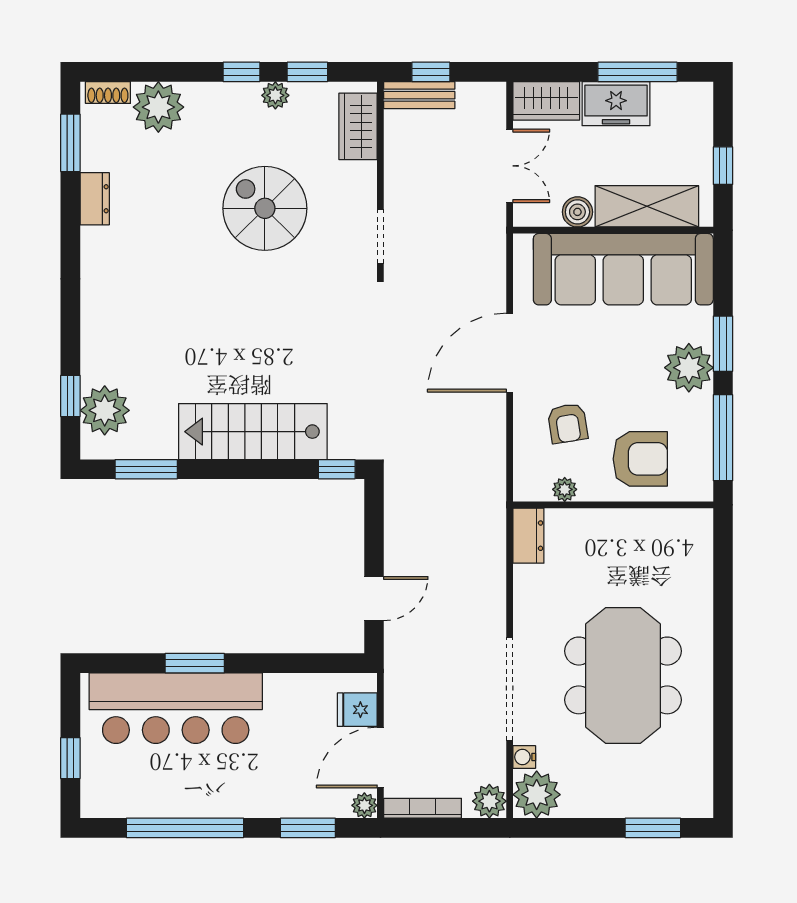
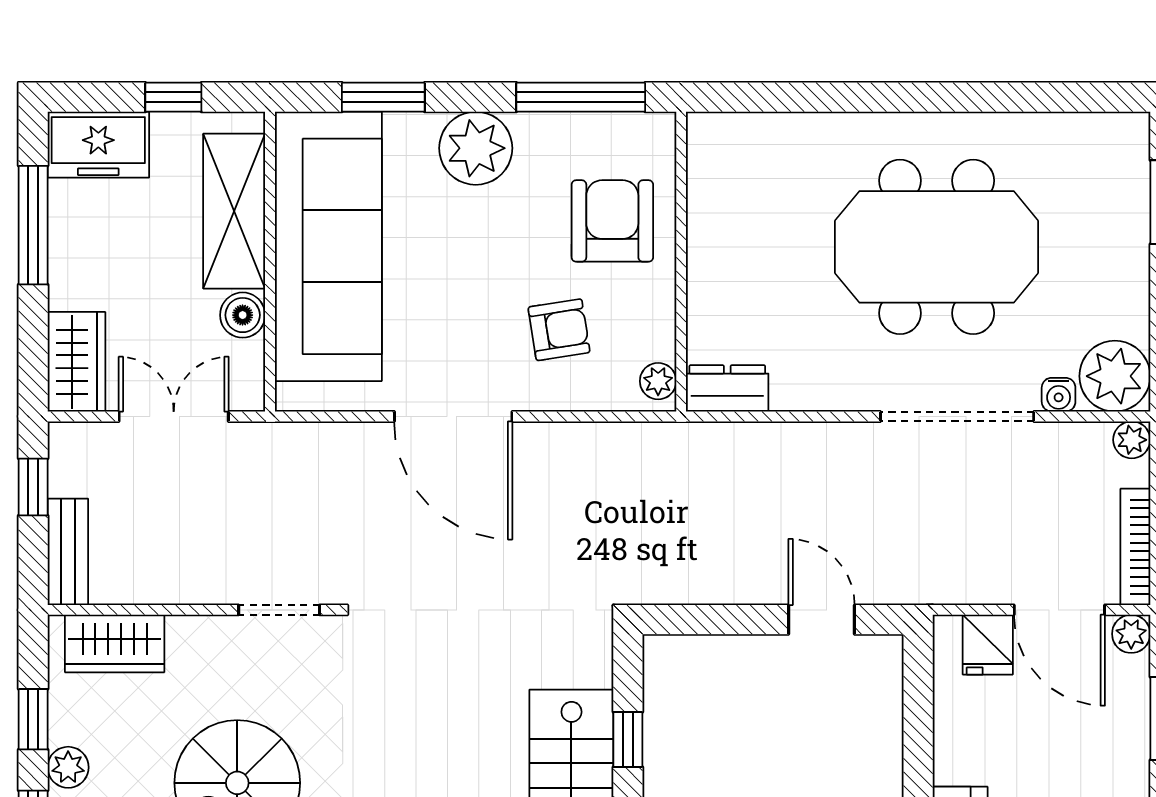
window: (431, 72) -> (33, 487), moved
freezer: (616, 104) -> (98, 145), moved, turned 90
window: (723, 344) -> (383, 97), moved
window: (337, 469) -> (628, 740), moved
plant: (565, 489) -> (658, 381), moved
plant: (489, 801) -> (1132, 440), width x0.73, depth x0.73

